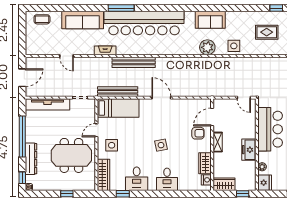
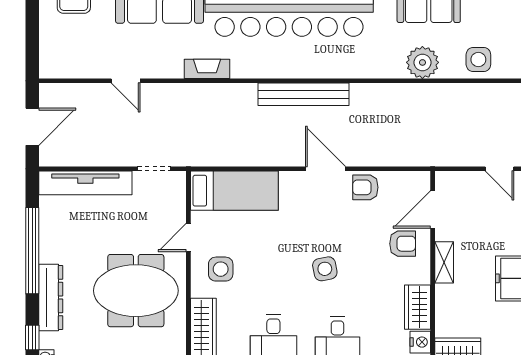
bench: (134, 62) -> (303, 94), moved
bench: (118, 92) -> (233, 156), removed
armchair: (180, 107) -> (365, 187), added

